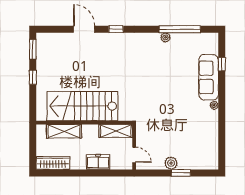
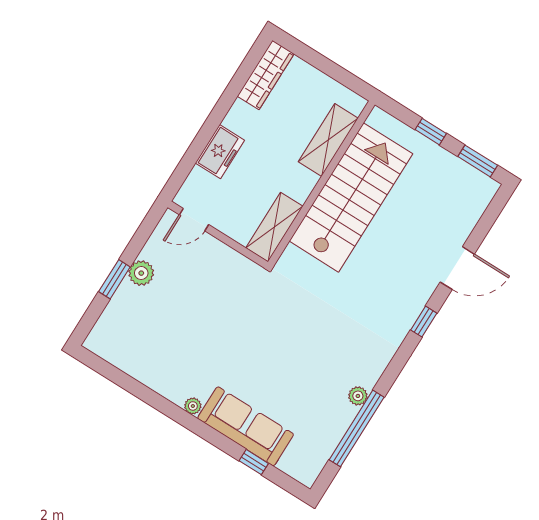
stairs: (82, 106) -> (351, 197), moved
wall: (84, 123) -> (321, 183), moved
shelving: (64, 131) -> (328, 140), moved
shelving: (116, 131) -> (274, 227), moved

